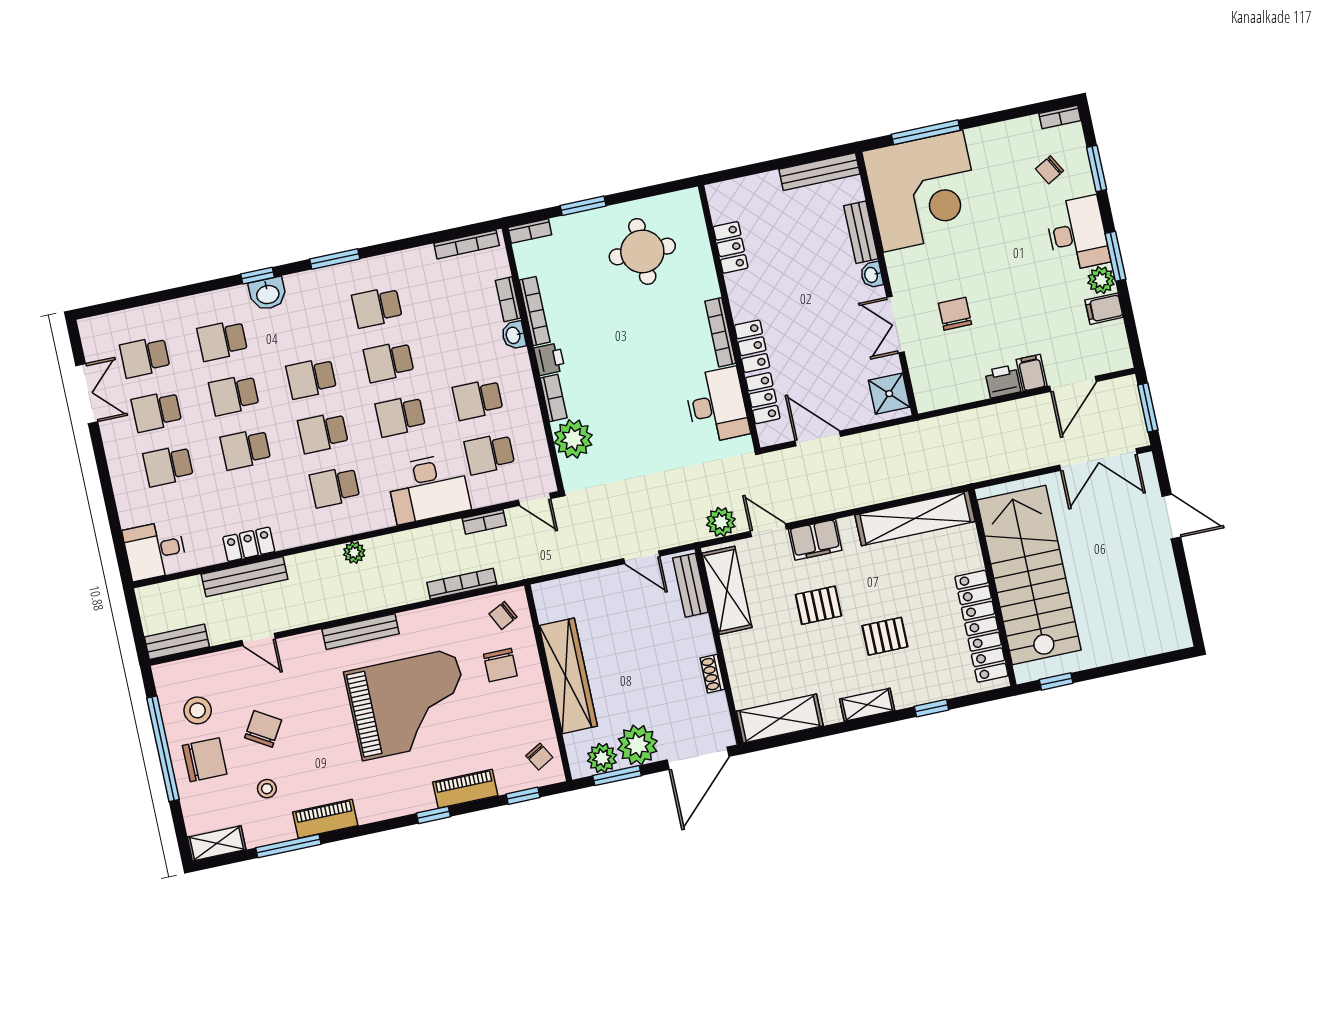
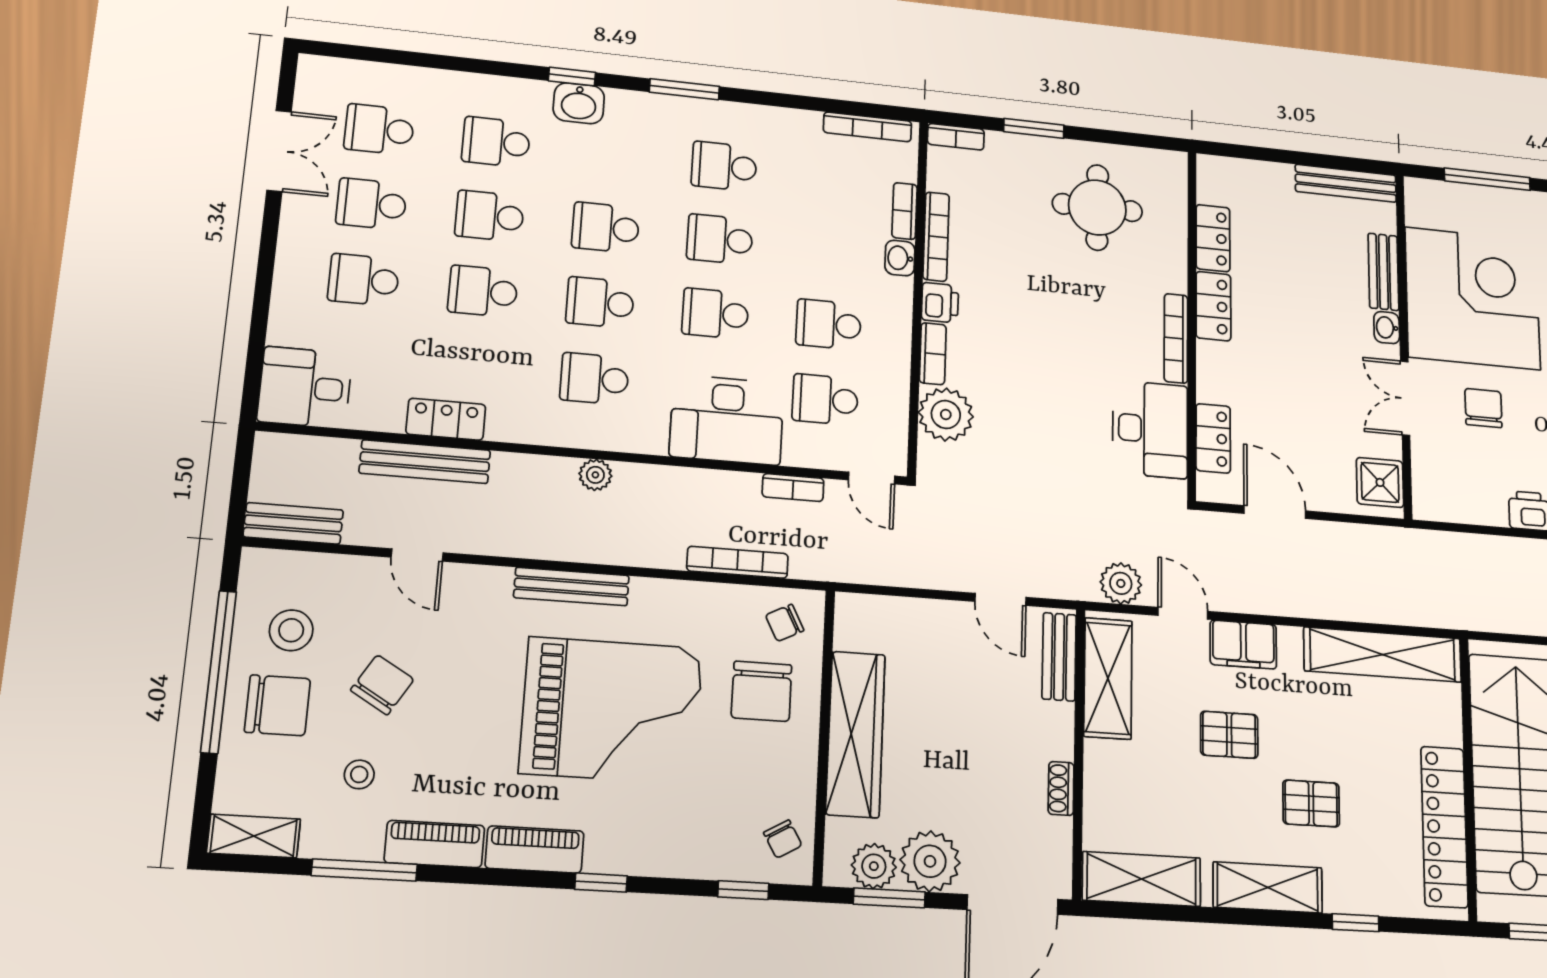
corner desk: (923, 191) -> (1472, 298), moved, turned -90
locker: (752, 346) -> (1213, 306), moved
chair: (500, 665) -> (762, 691), width x1.37, depth x1.37
shelving: (867, 705) -> (1268, 887), width x1.50, depth x1.33
piano: (465, 789) -> (535, 850), moved

